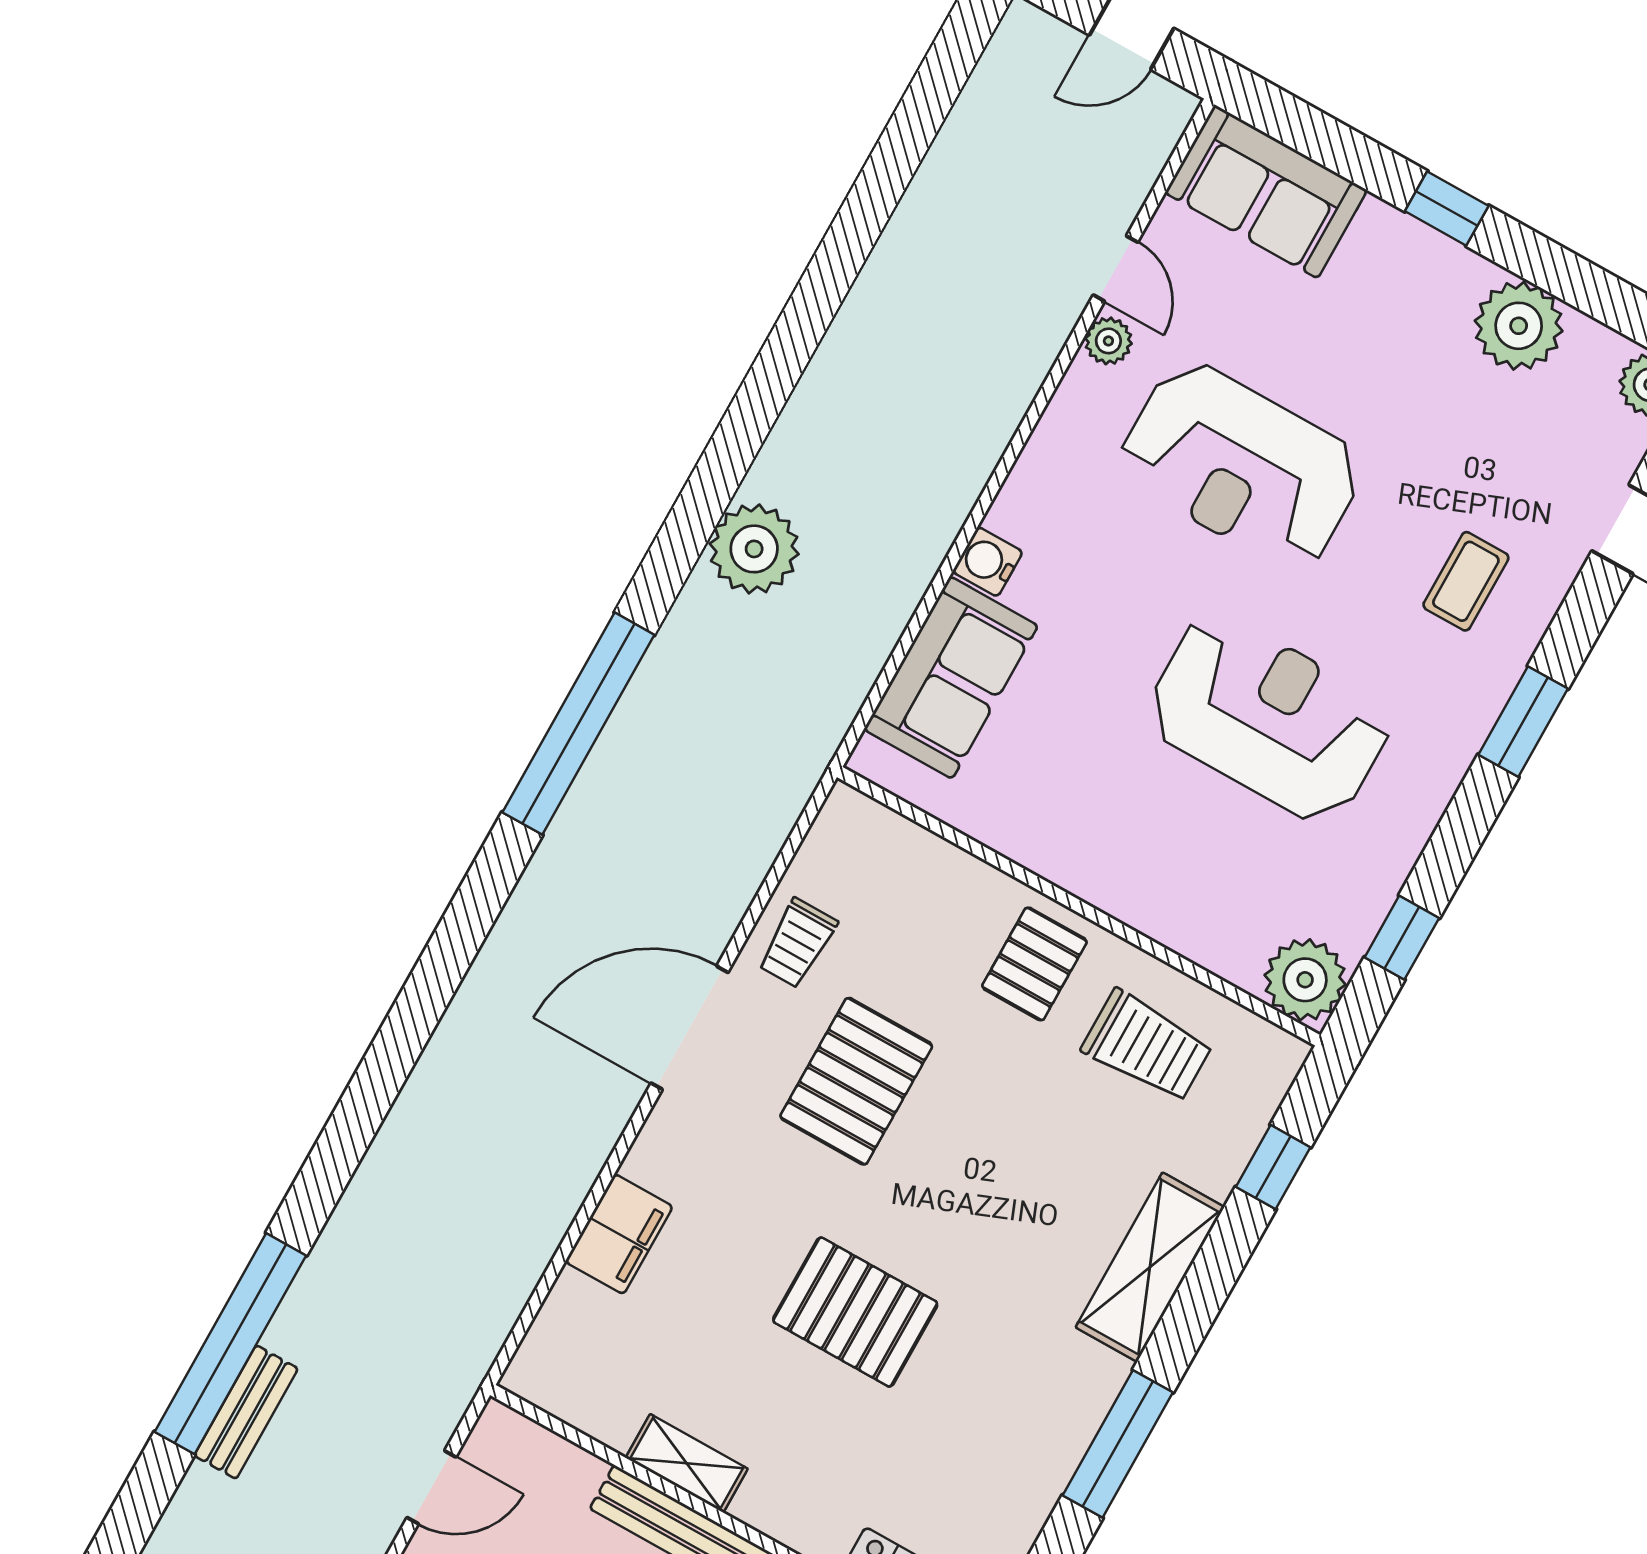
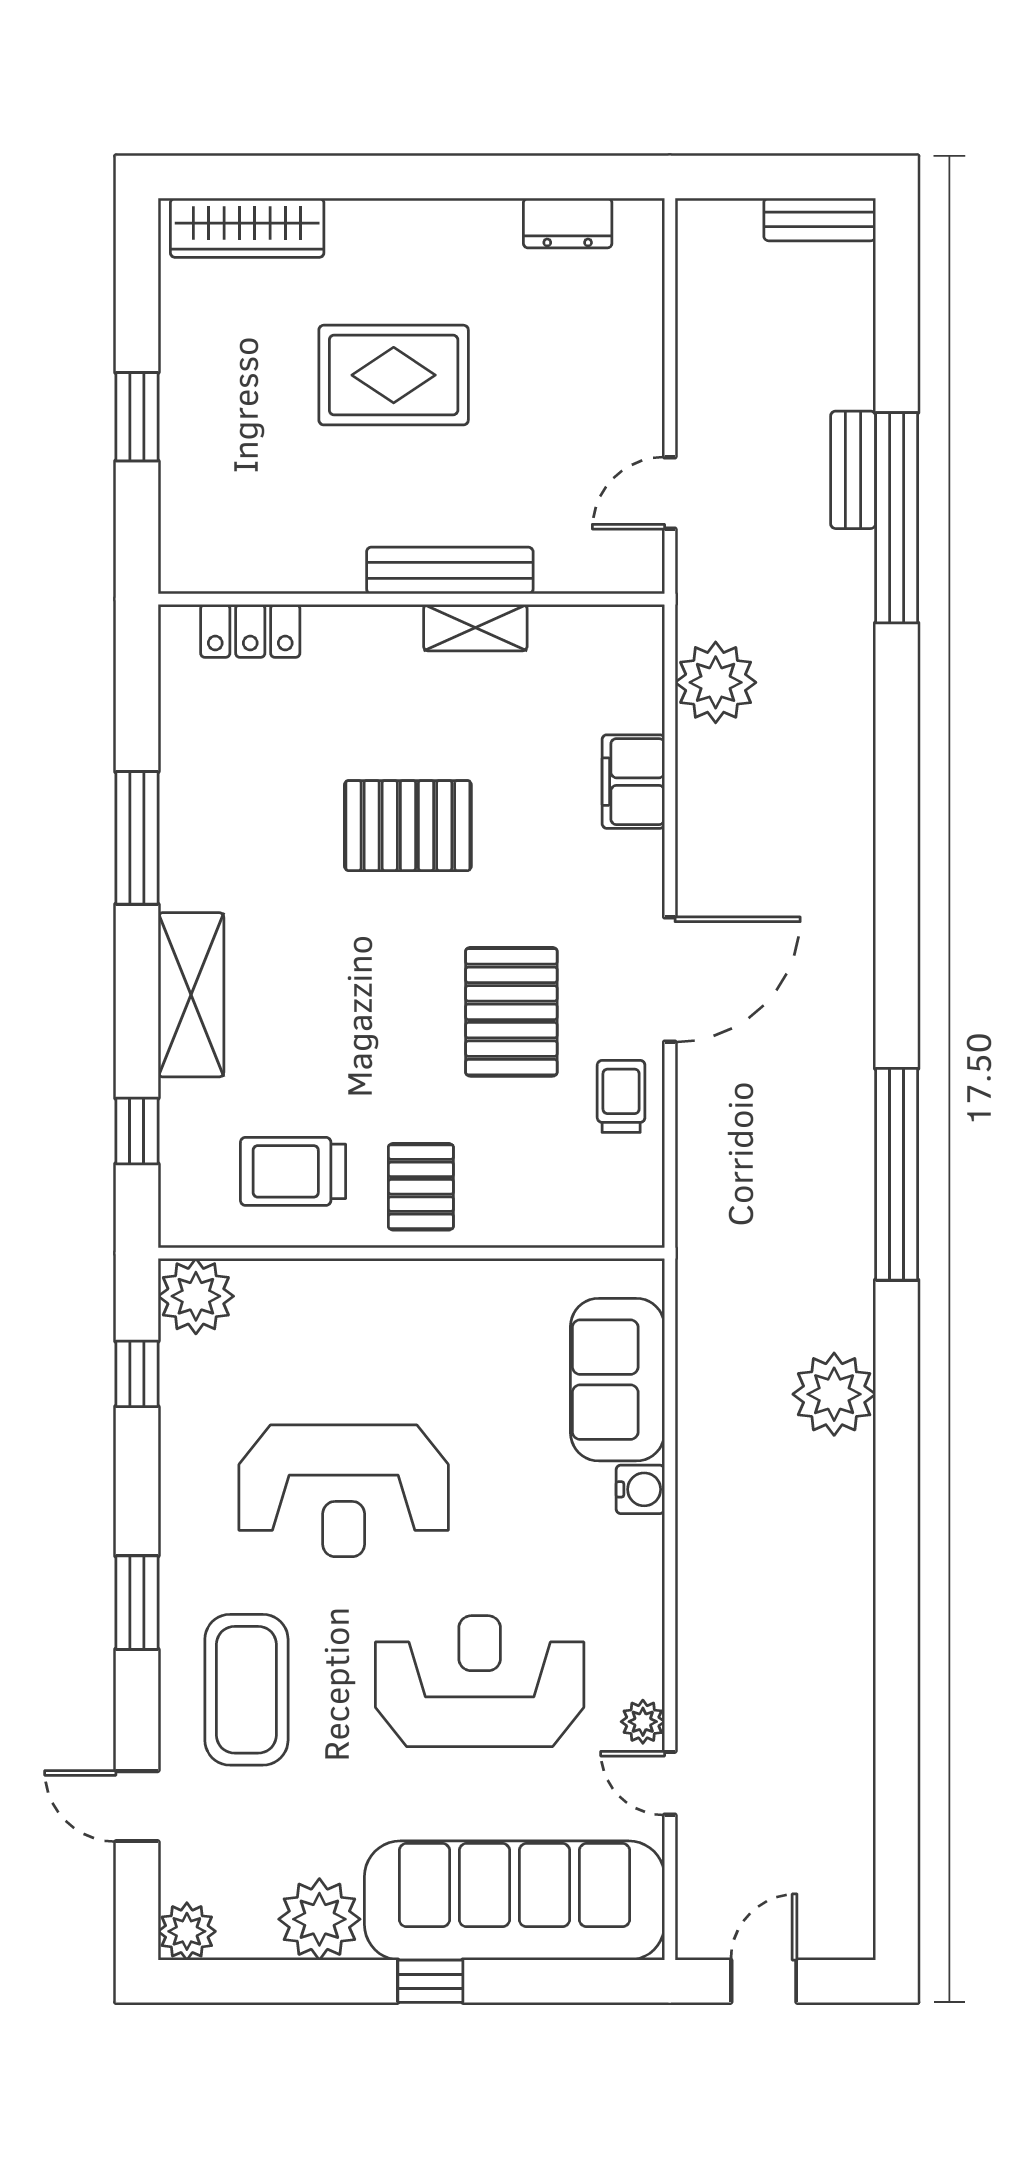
sofa: (1266, 192) -> (514, 1901), width x1.85, depth x1.27
coffee table: (1466, 581) -> (246, 1690), width x1.86, depth x1.72
plant: (489, 1284) -> (716, 682), added

